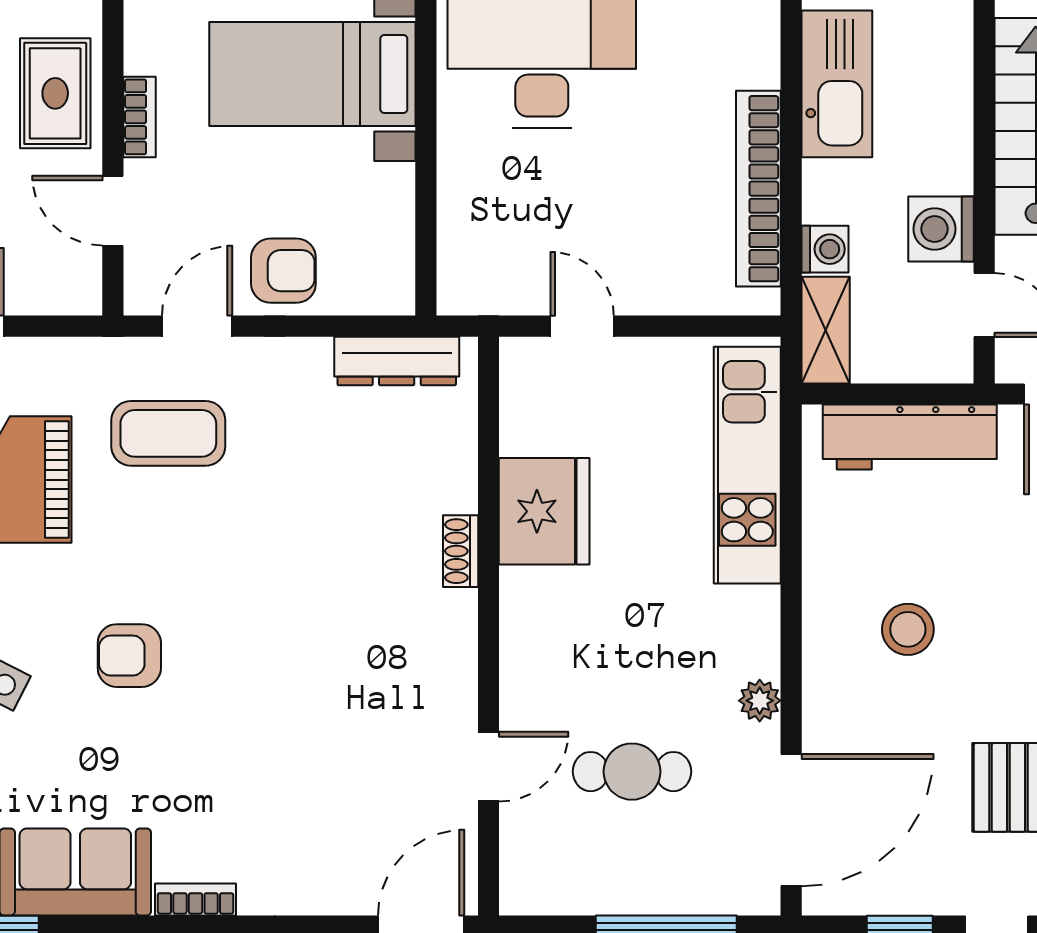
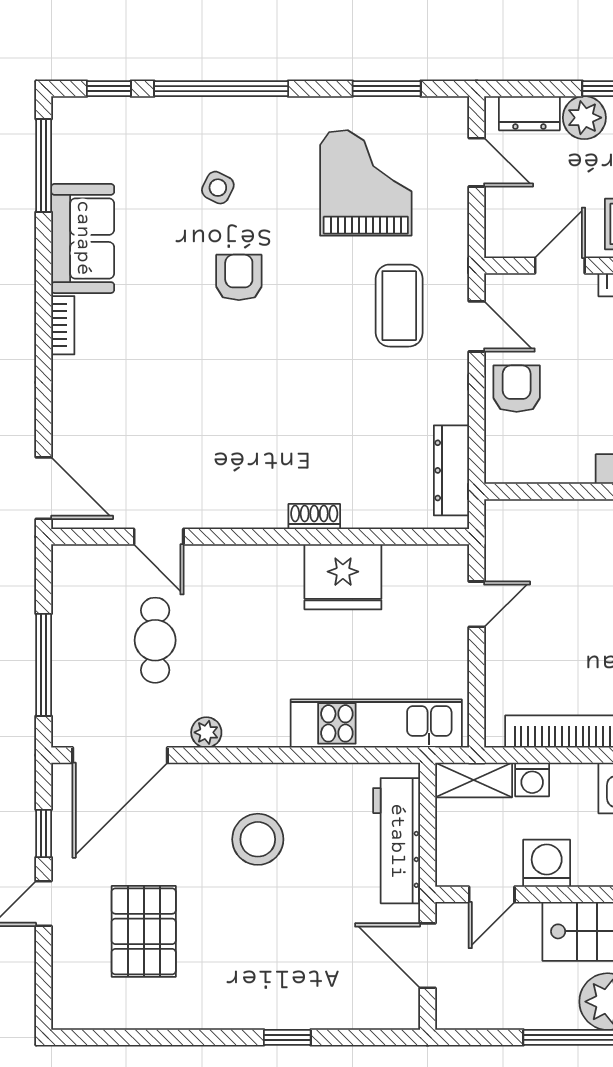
armchair: (283, 271) -> (517, 389), turned 180
stool: (908, 629) -> (258, 839), width x1.38, depth x1.38
door: (791, 820) -> (120, 755), hinge flipped

